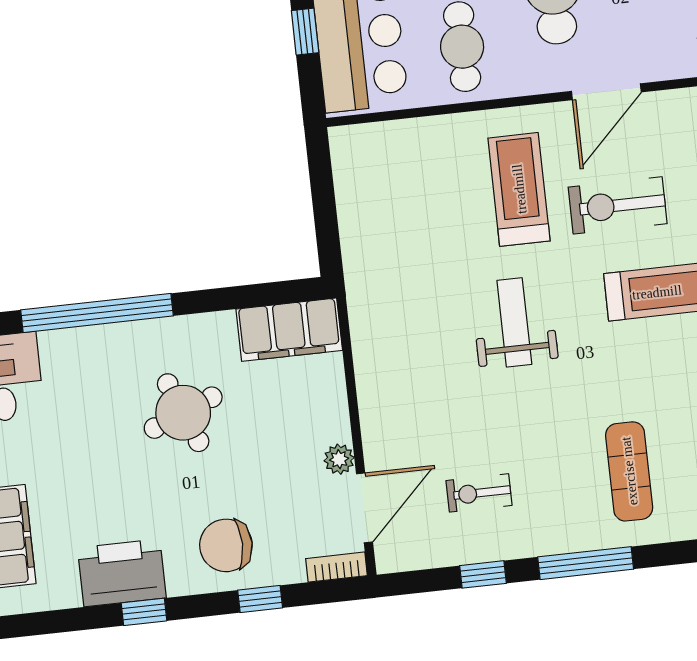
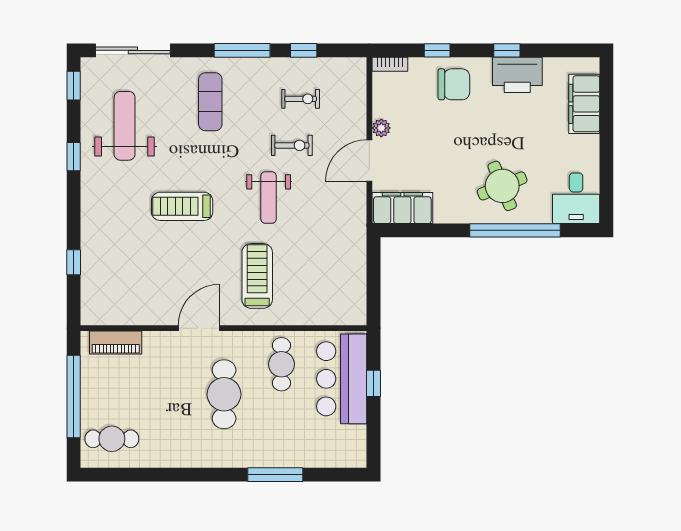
treadmill: (519, 189) -> (257, 276), turned 180
exercise bike: (618, 205) -> (292, 145), moved, width x0.73, depth x0.72
round table: (183, 413) -> (502, 186), moved
door: (365, 508) -> (369, 161), moved

